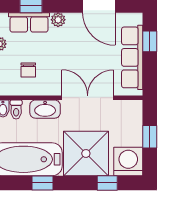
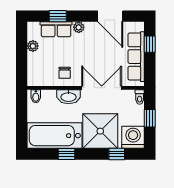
chair: (28, 70) -> (65, 73), moved
toilet: (16, 110) -> (140, 97), moved

